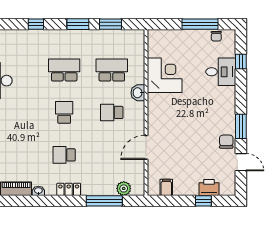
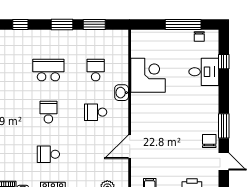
school desk: (112, 70) -> (96, 70), width x0.54

